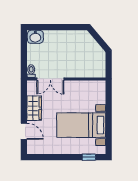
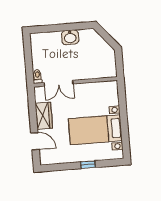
washbasin: (35, 37) -> (70, 37), moved
window: (89, 157) -> (88, 165), moved

